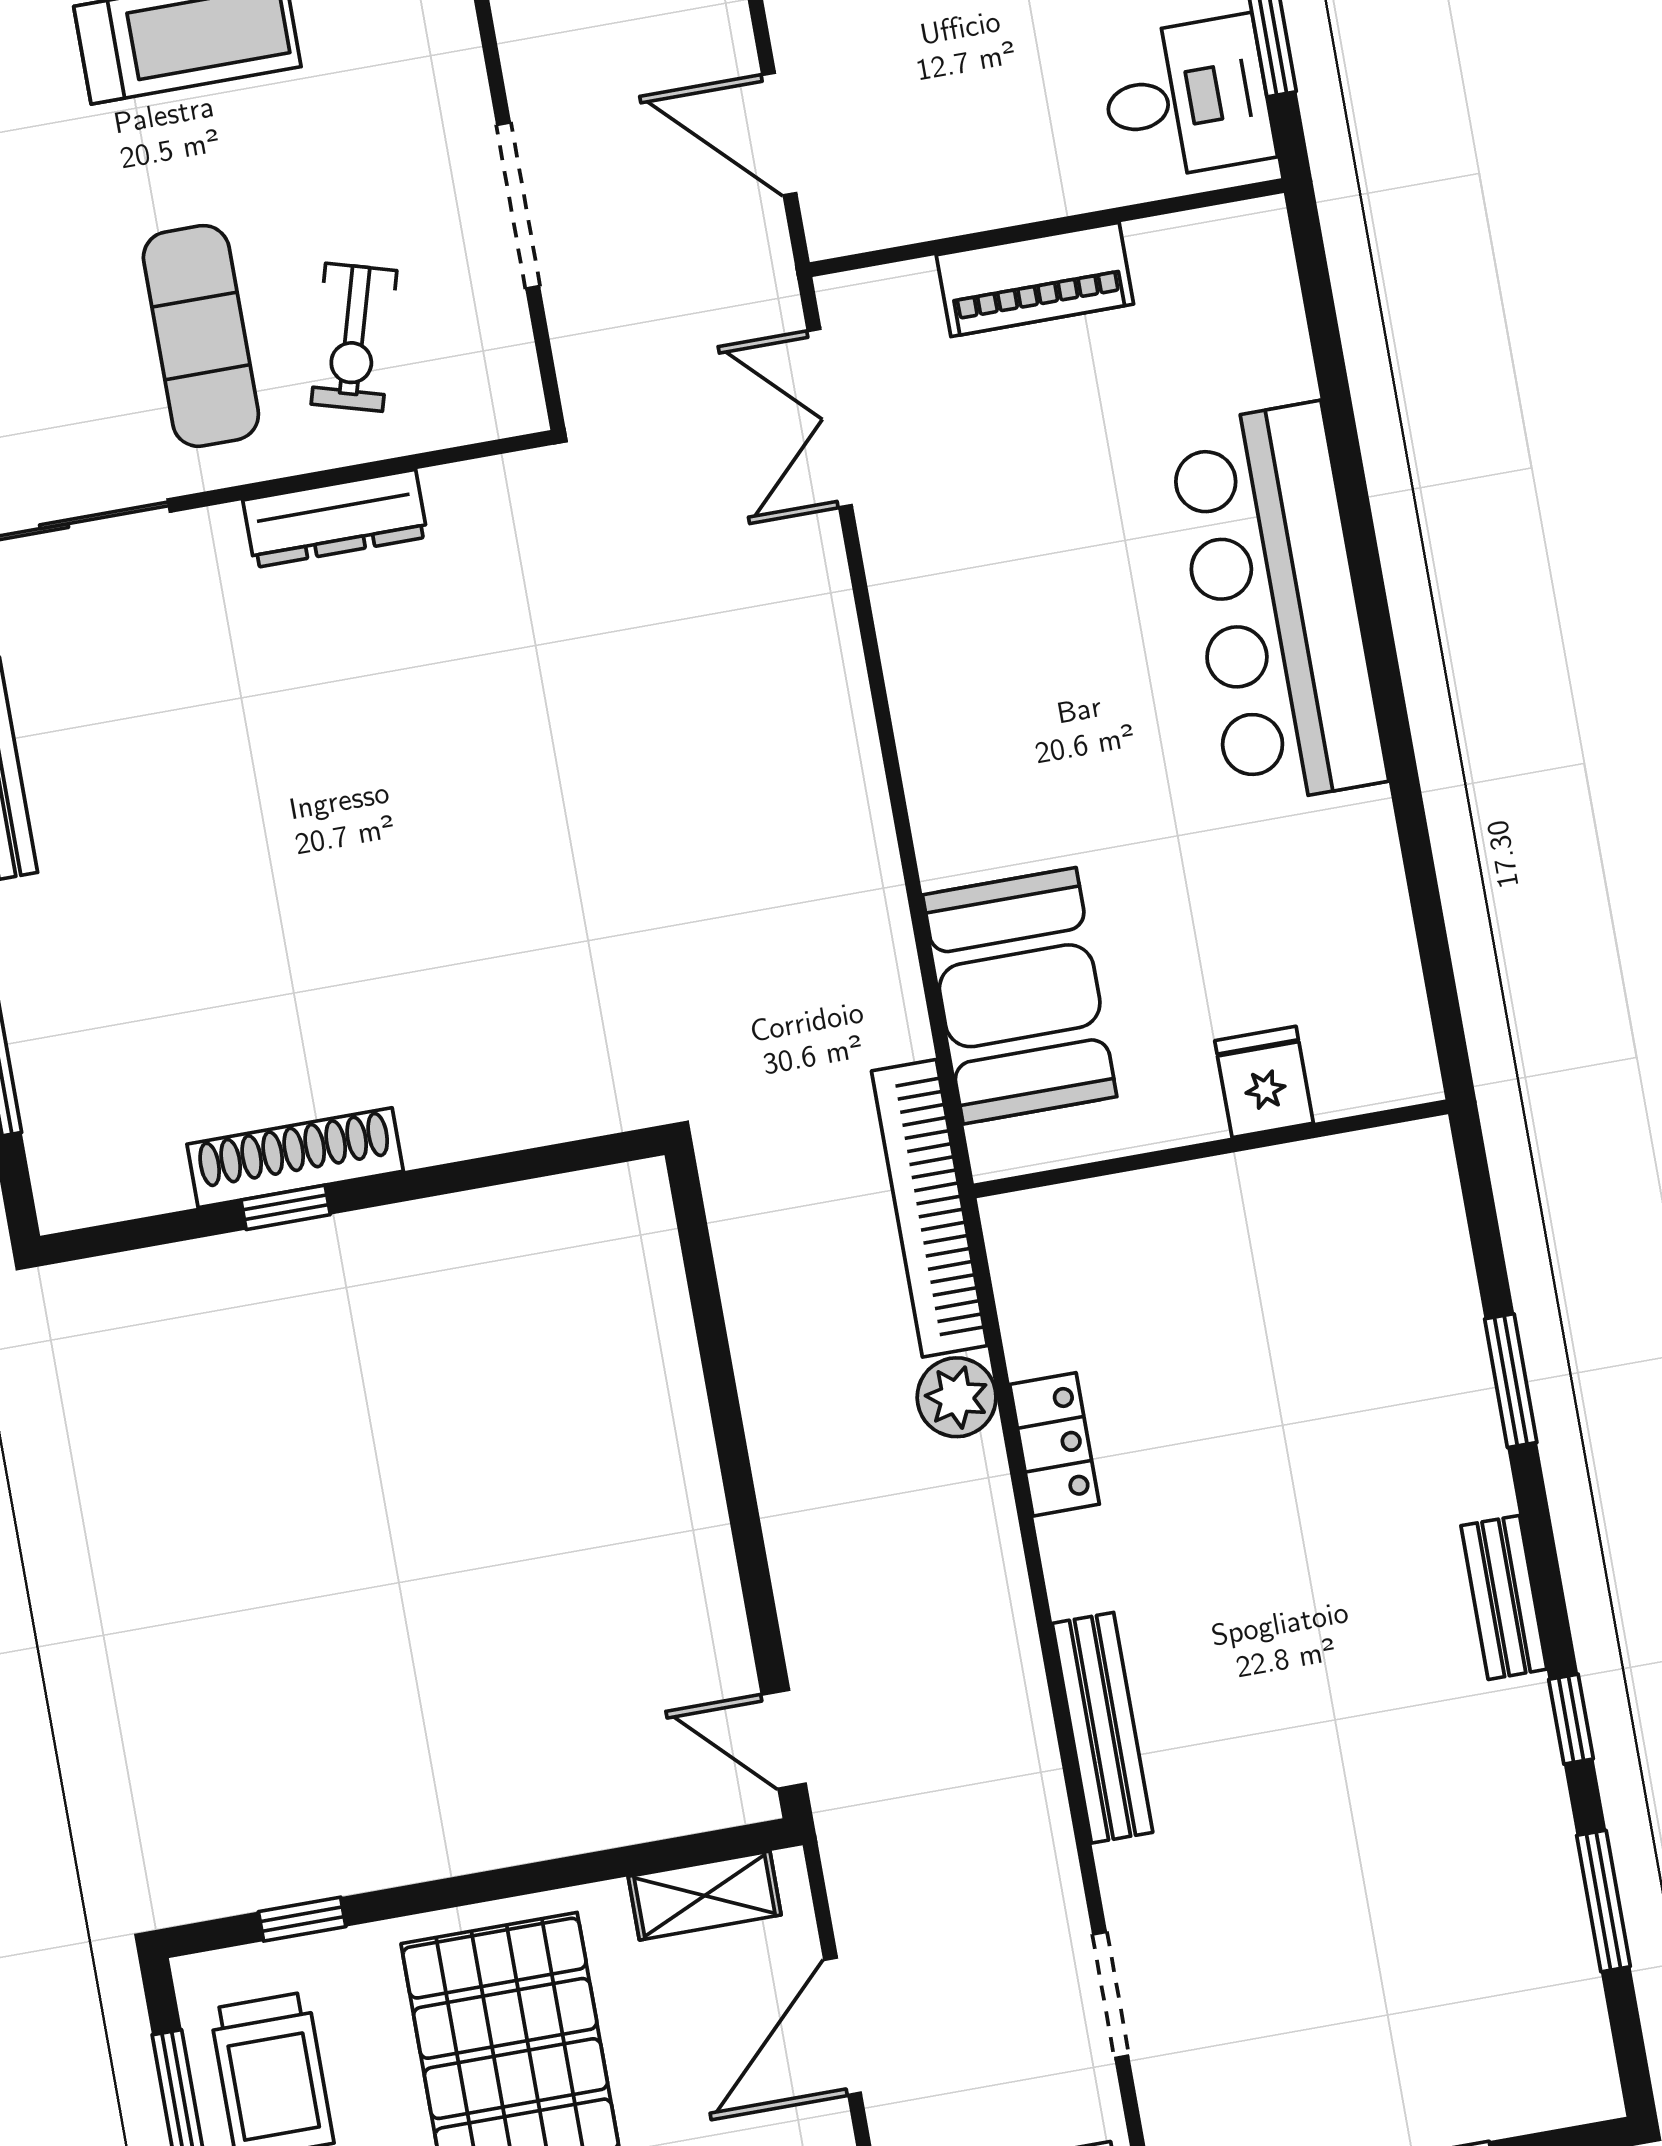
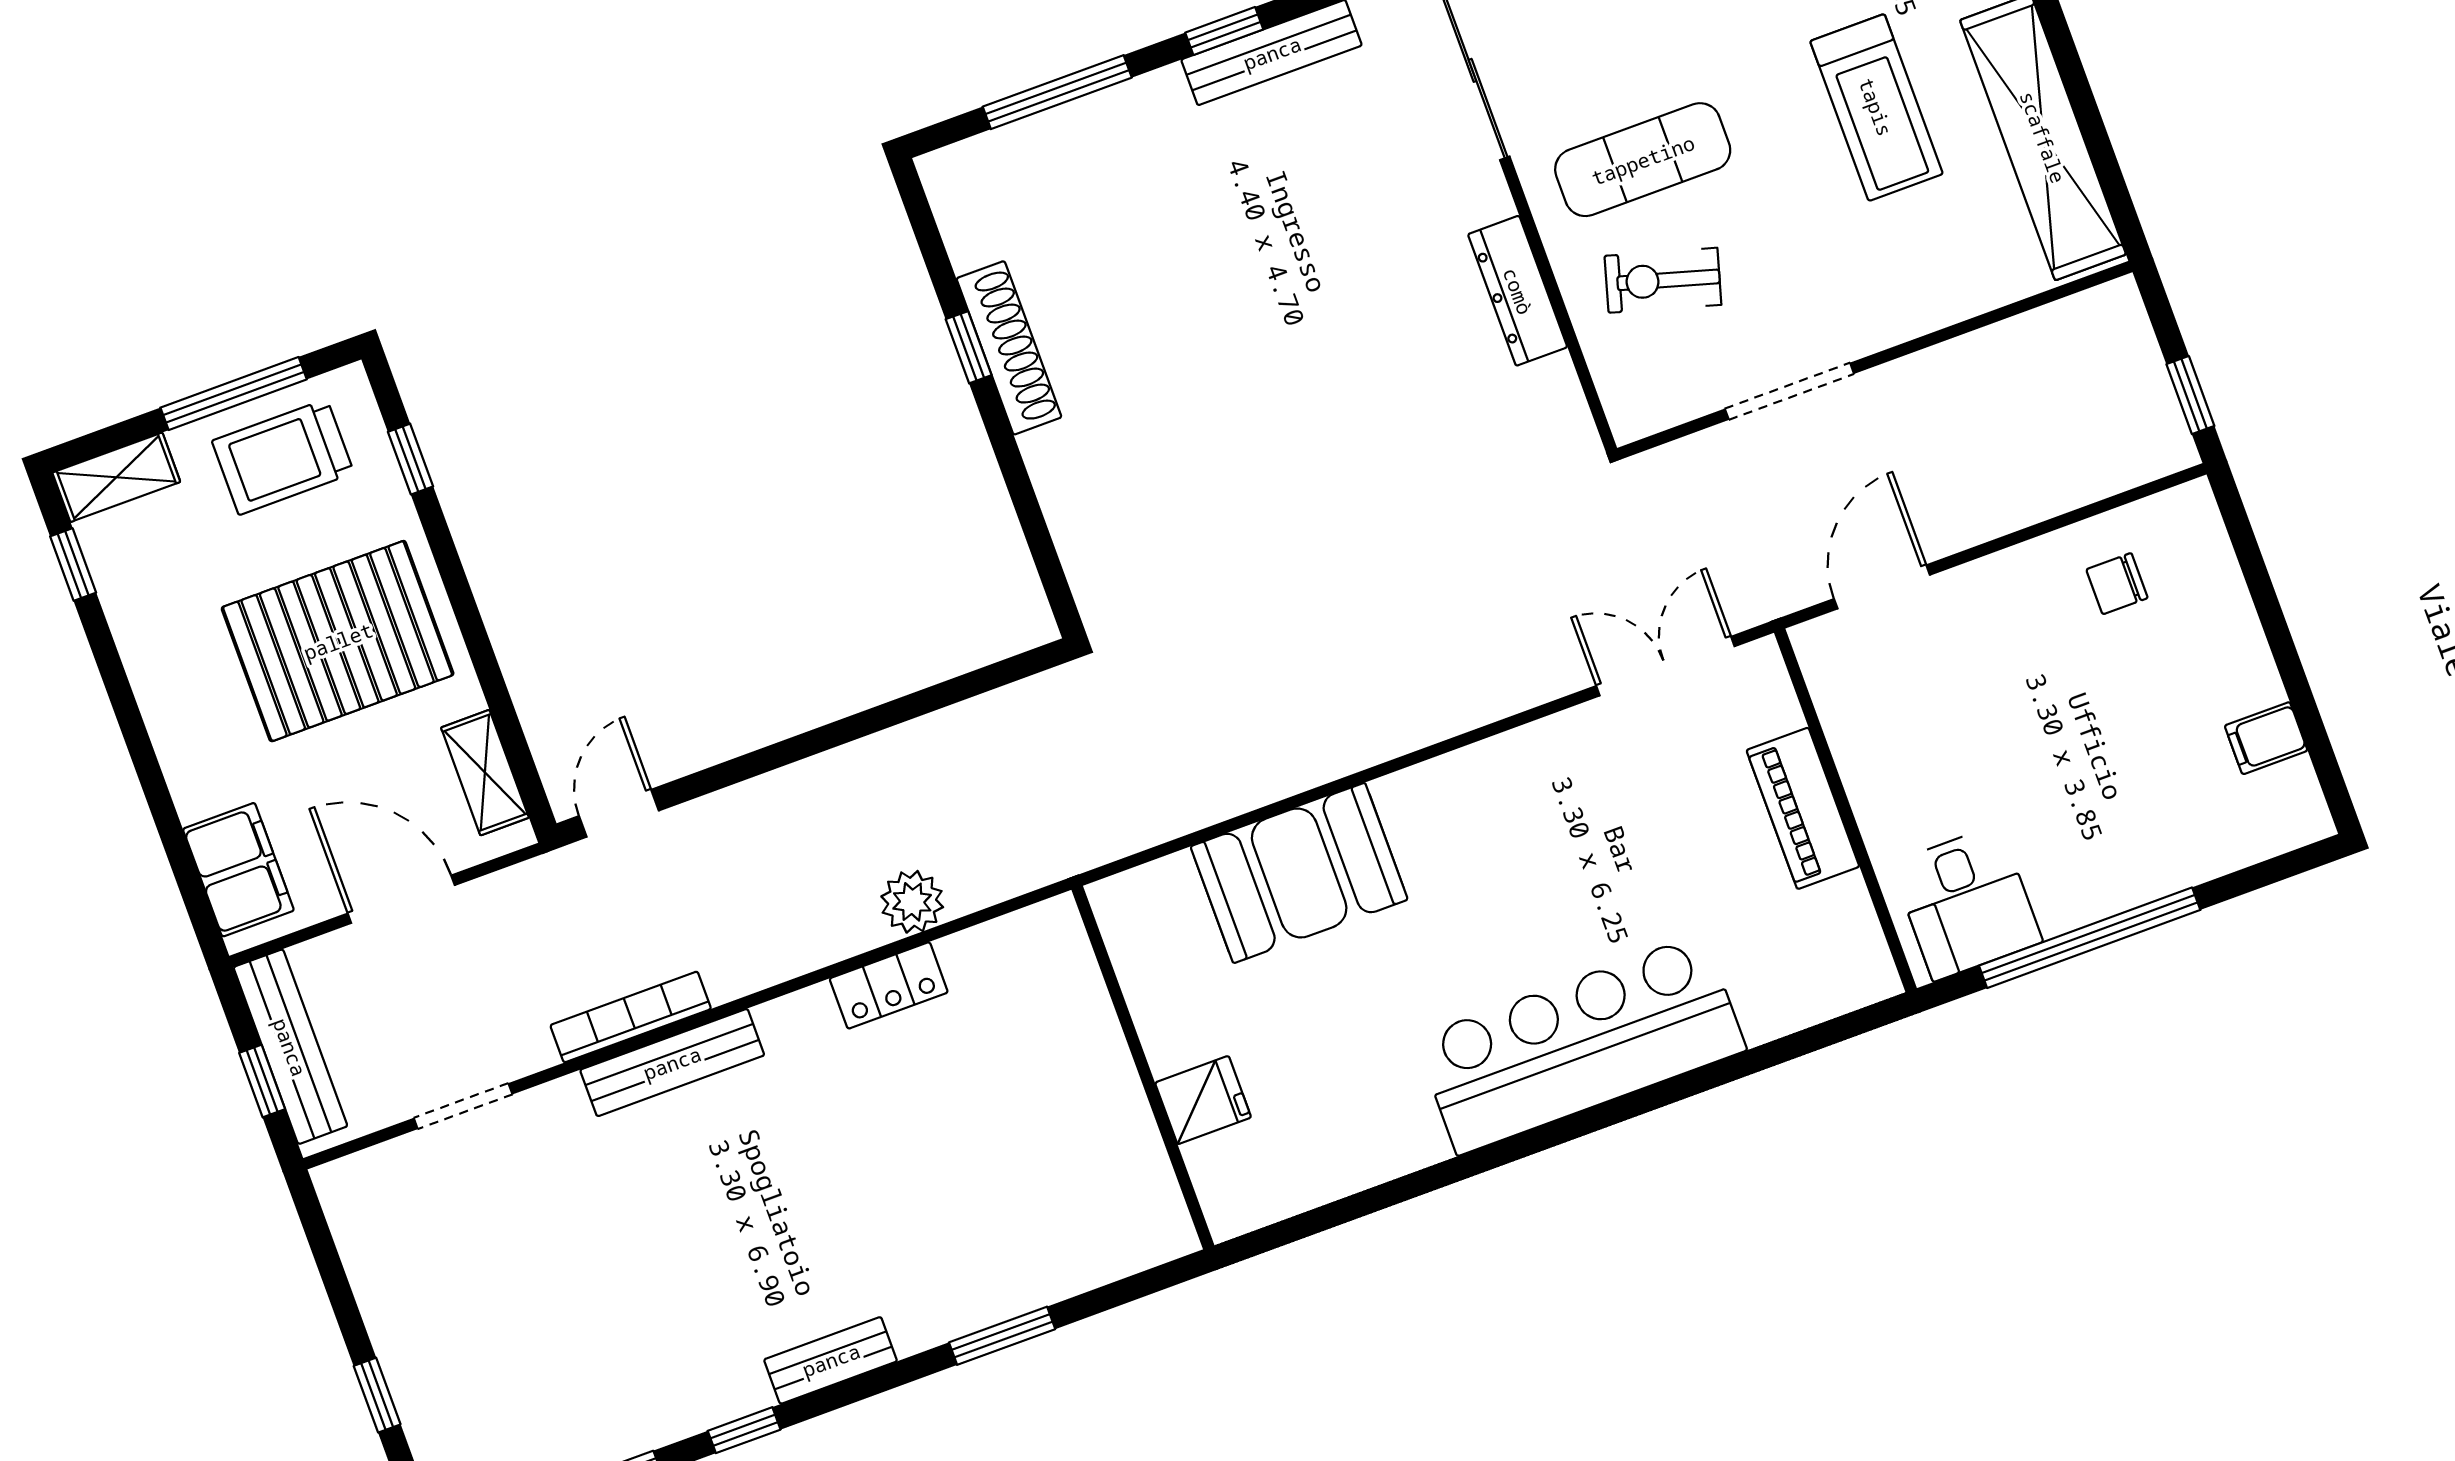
booth: (1020, 996) -> (1299, 873), moved
bookcase: (929, 1208) -> (631, 1017), moved, width x0.68, depth x0.76

